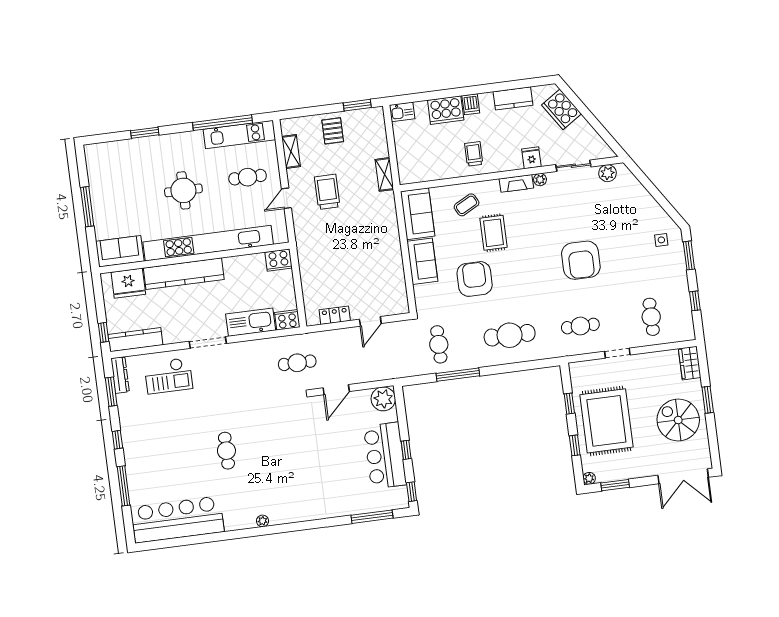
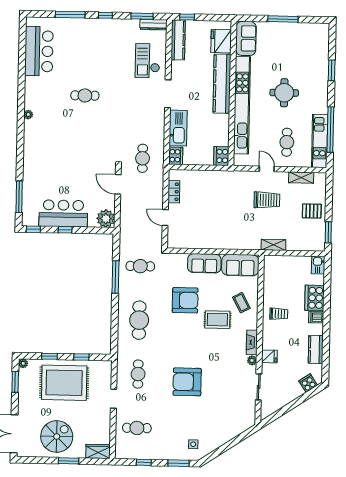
cooker: (562, 109) -> (308, 383), width x0.53, depth x0.76
plant: (608, 173) -> (249, 412), removed
bar counter: (178, 520) -> (39, 51), width x0.73

